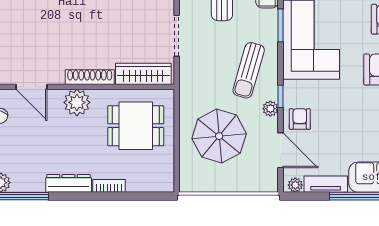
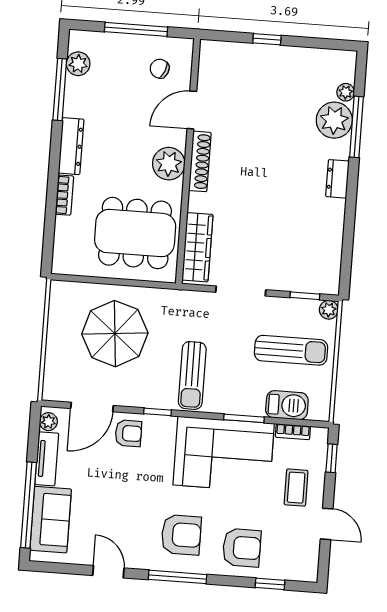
sun lounger: (249, 70) -> (192, 375), turned -106
shoe rack: (90, 77) -> (200, 161), moved
plant: (270, 109) -> (144, 398), removed
dining table: (136, 126) -> (135, 233), width x1.38

